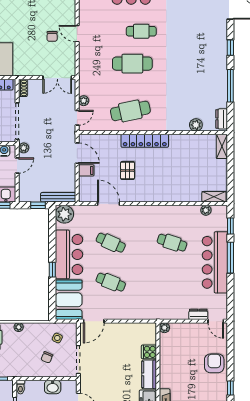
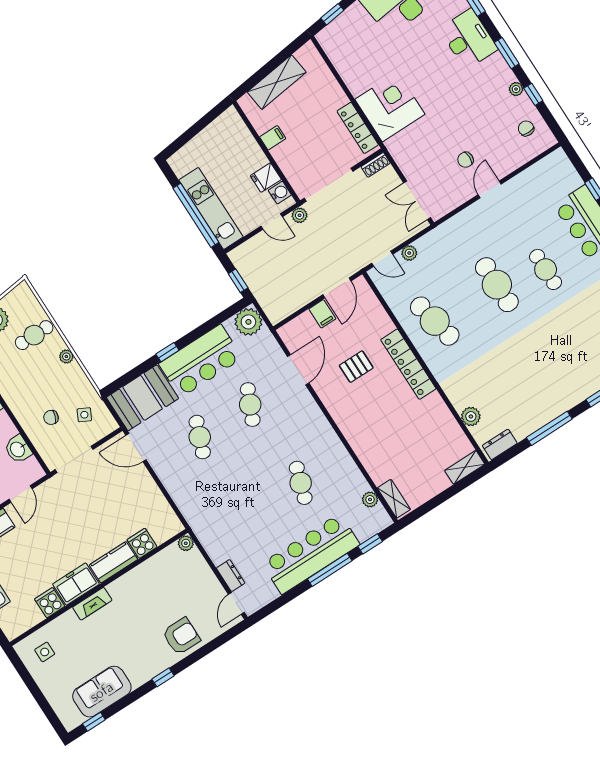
bench: (58, 197) -> (265, 300), removed

